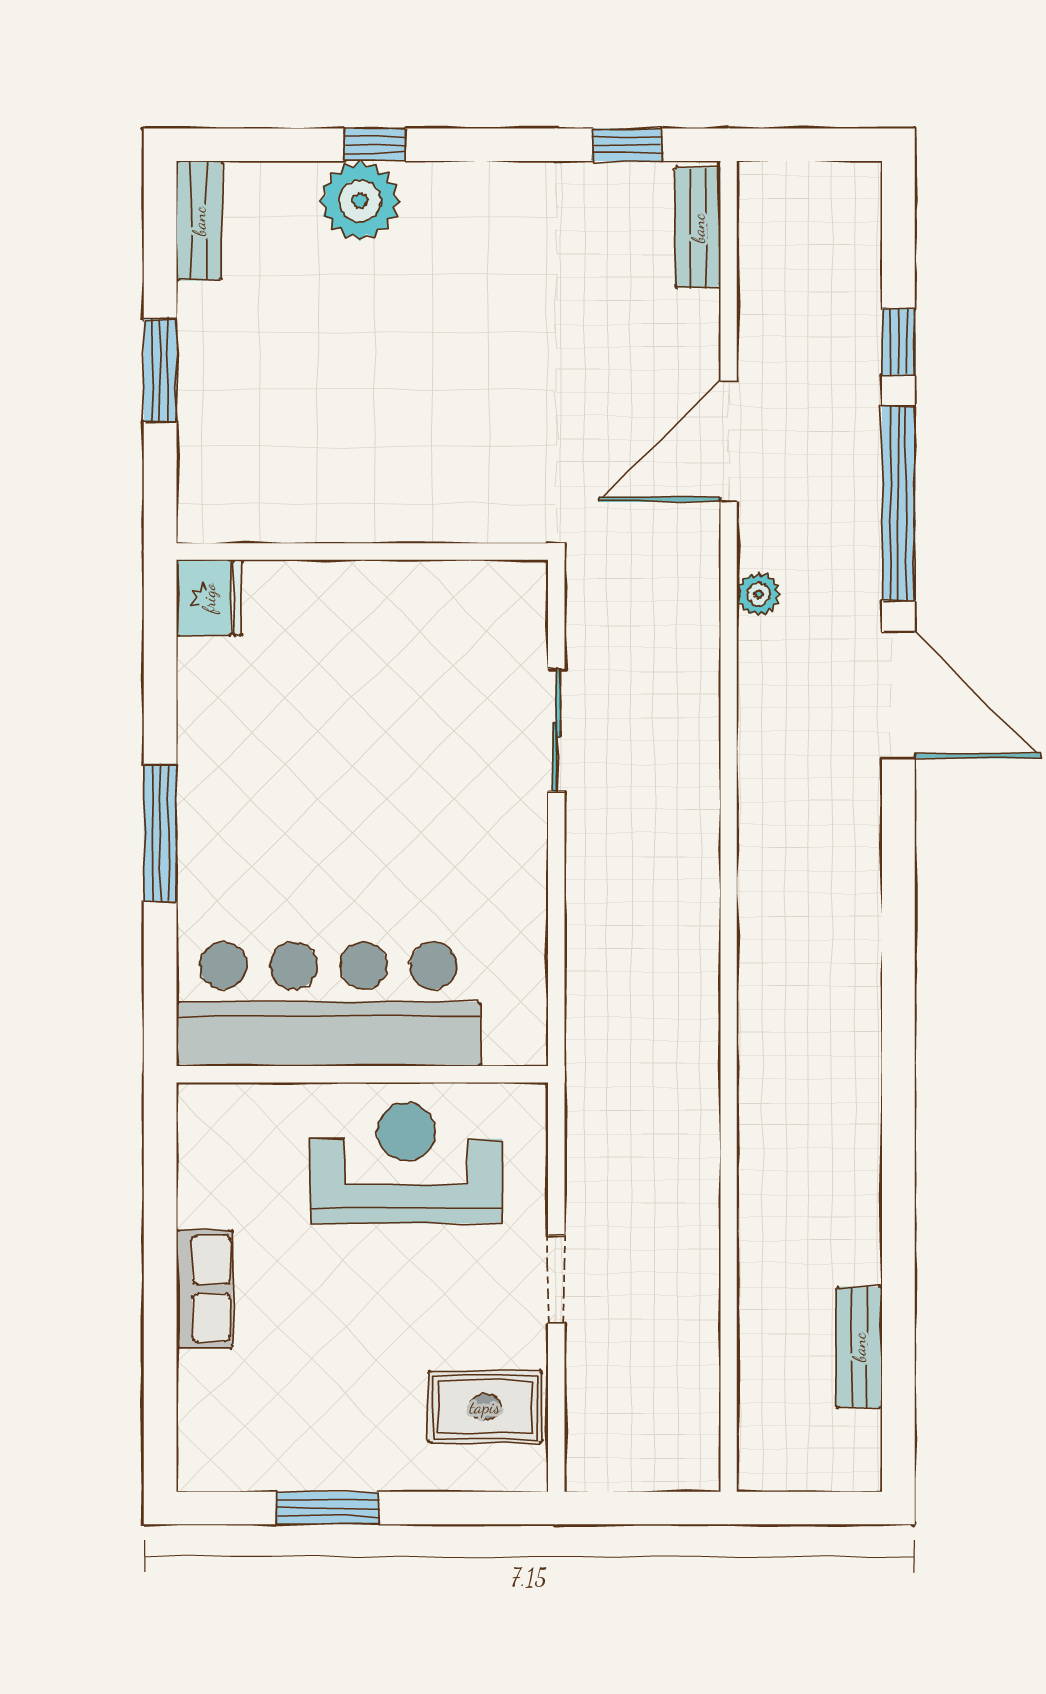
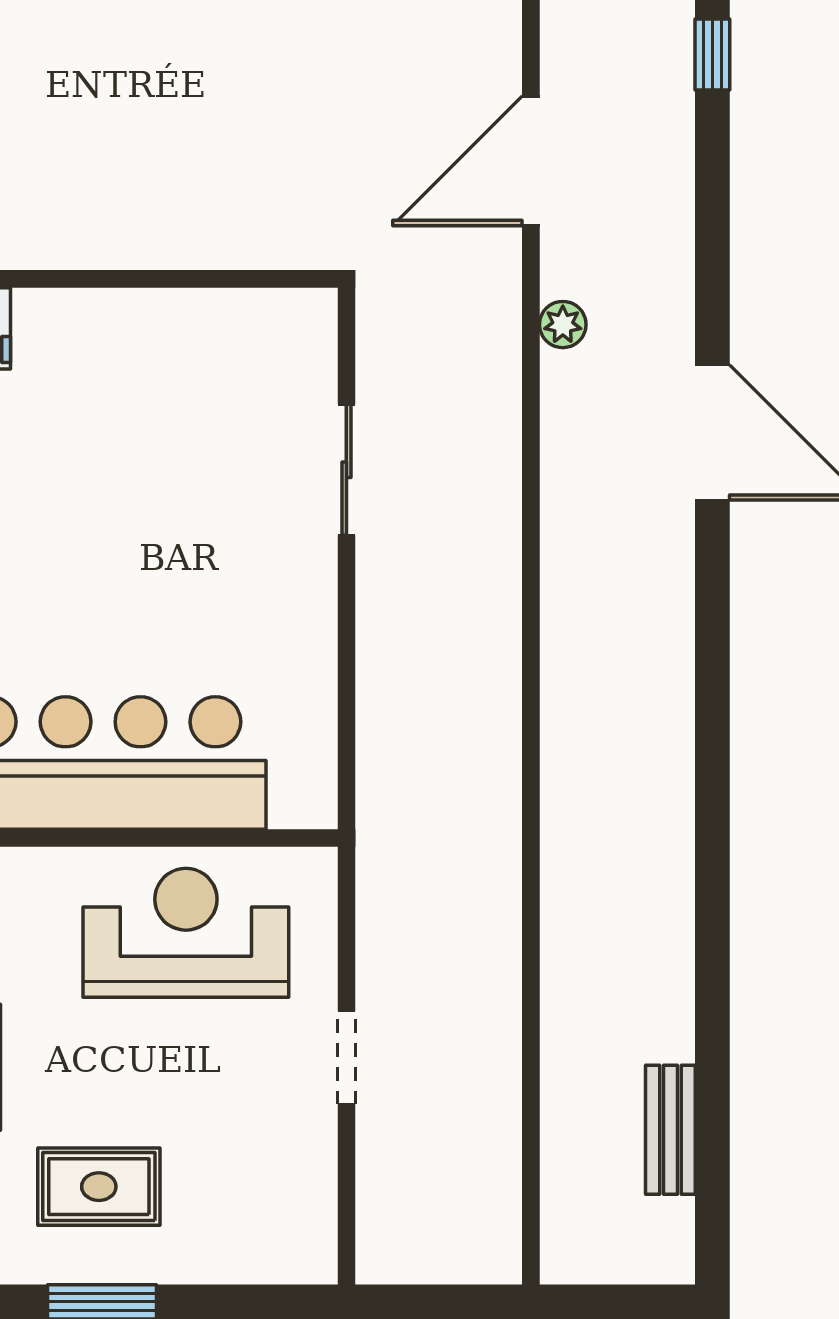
window: (898, 503) -> (712, 228), removed
rug: (485, 1407) -> (99, 1187), moved

